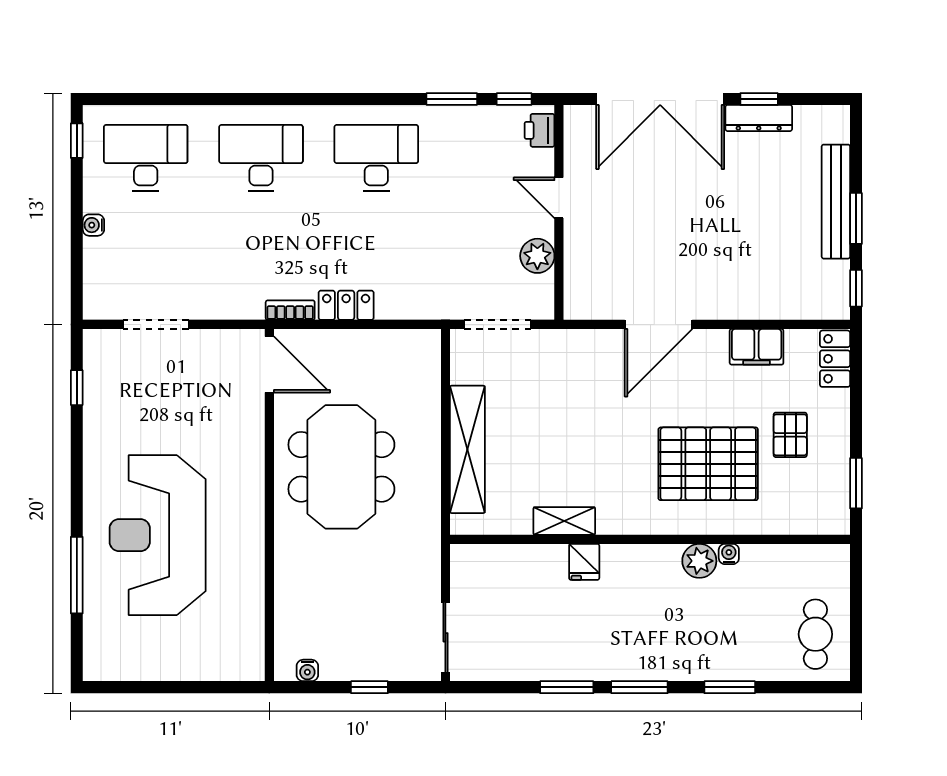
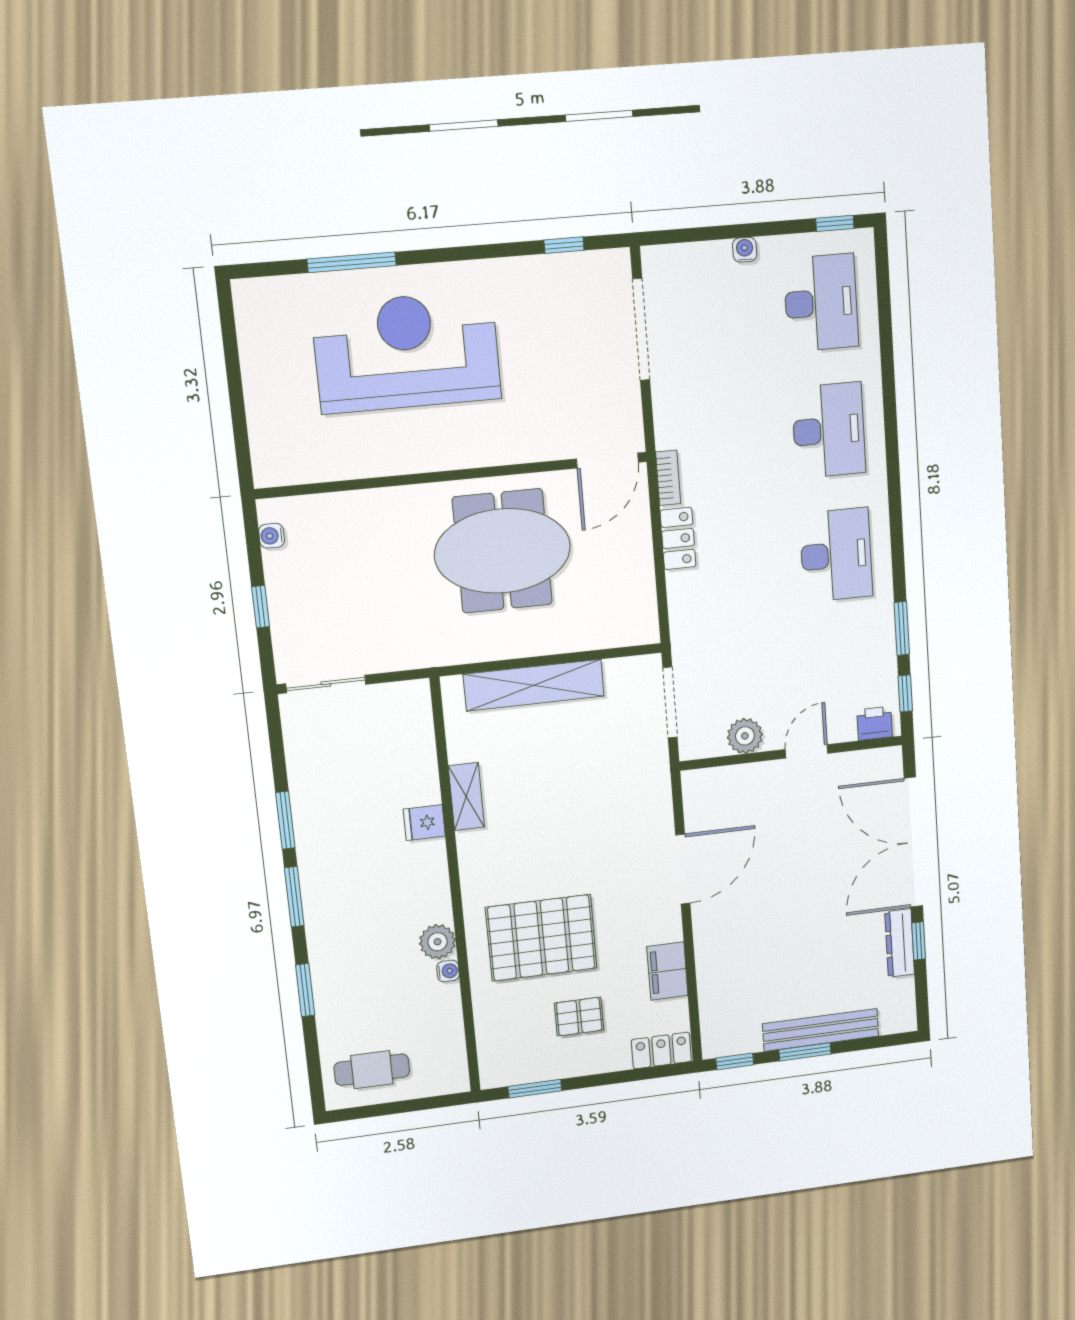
doorway: (156, 324) -> (641, 329), width x1.36
door: (659, 324) -> (683, 869), swing flipped
pallet: (708, 464) -> (541, 938), turned 90

